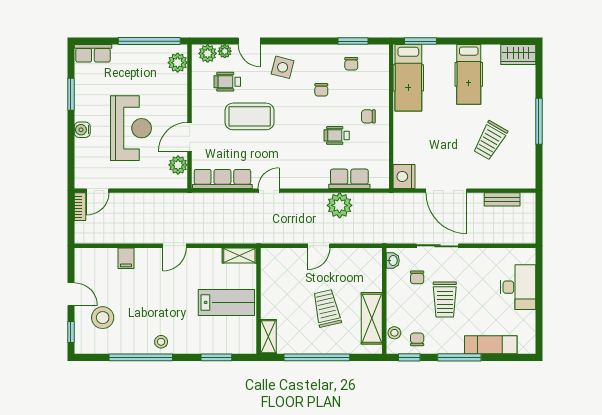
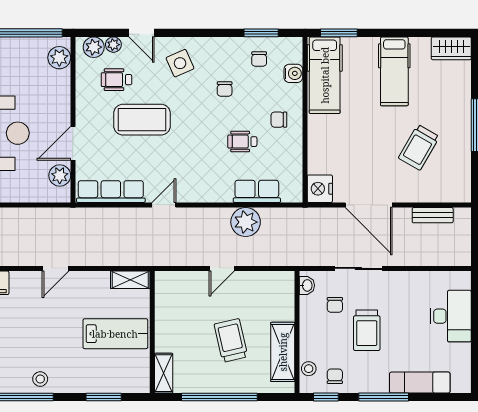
side table: (283, 67) -> (180, 63), turned -38
water cooler: (381, 76) -> (293, 73), added

